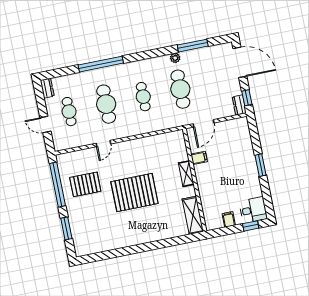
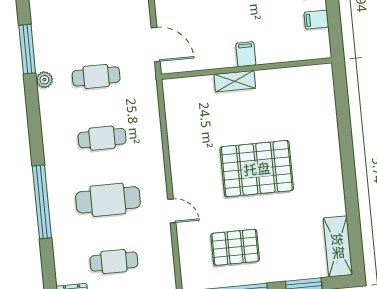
cafe table: (180, 89) -> (96, 76), width x0.73, depth x0.74
filing cabinet: (199, 158) -> (246, 54), moved
pallet: (85, 184) -> (235, 247), turned 90
pallet: (134, 193) -> (257, 169), turned 90
shelving: (193, 215) -> (338, 246), moved, turned 90

